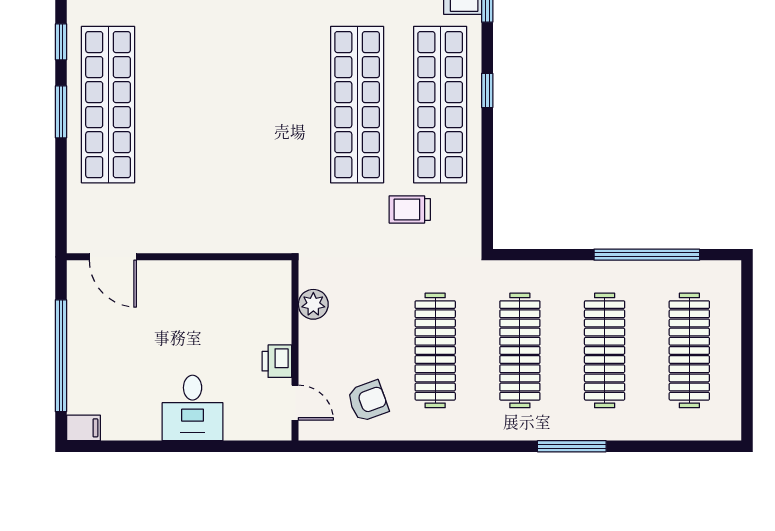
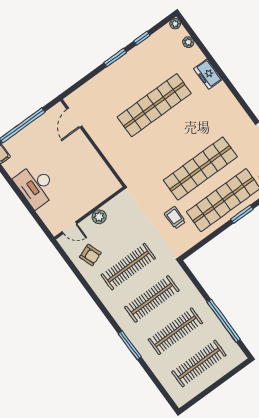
window: (487, 90) -> (242, 214), width x1.50
shop shelf: (108, 105) -> (154, 105), moved
plant: (313, 304) -> (99, 217), moved
printer: (277, 361) -> (80, 209), removed
door: (295, 403) -> (69, 228), hinge flipped
desk: (193, 408) -> (36, 186), width x1.37

